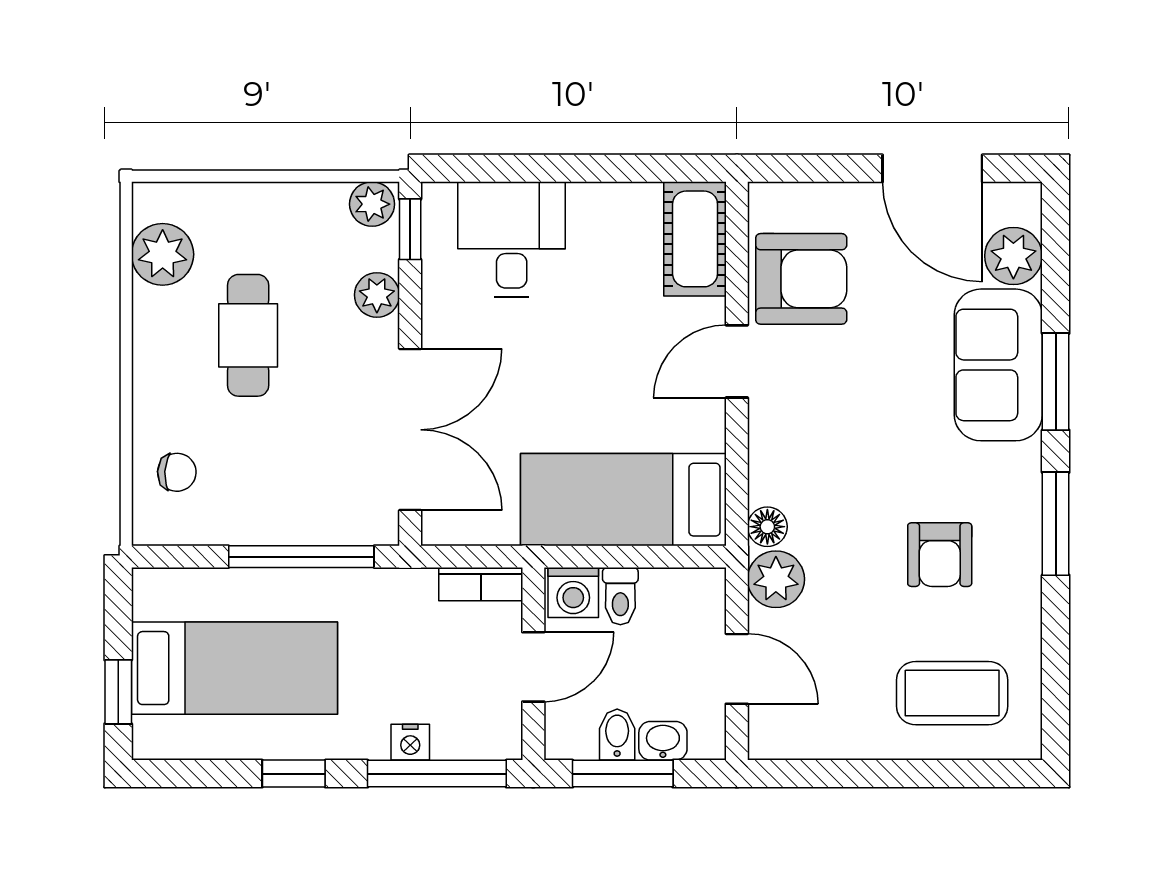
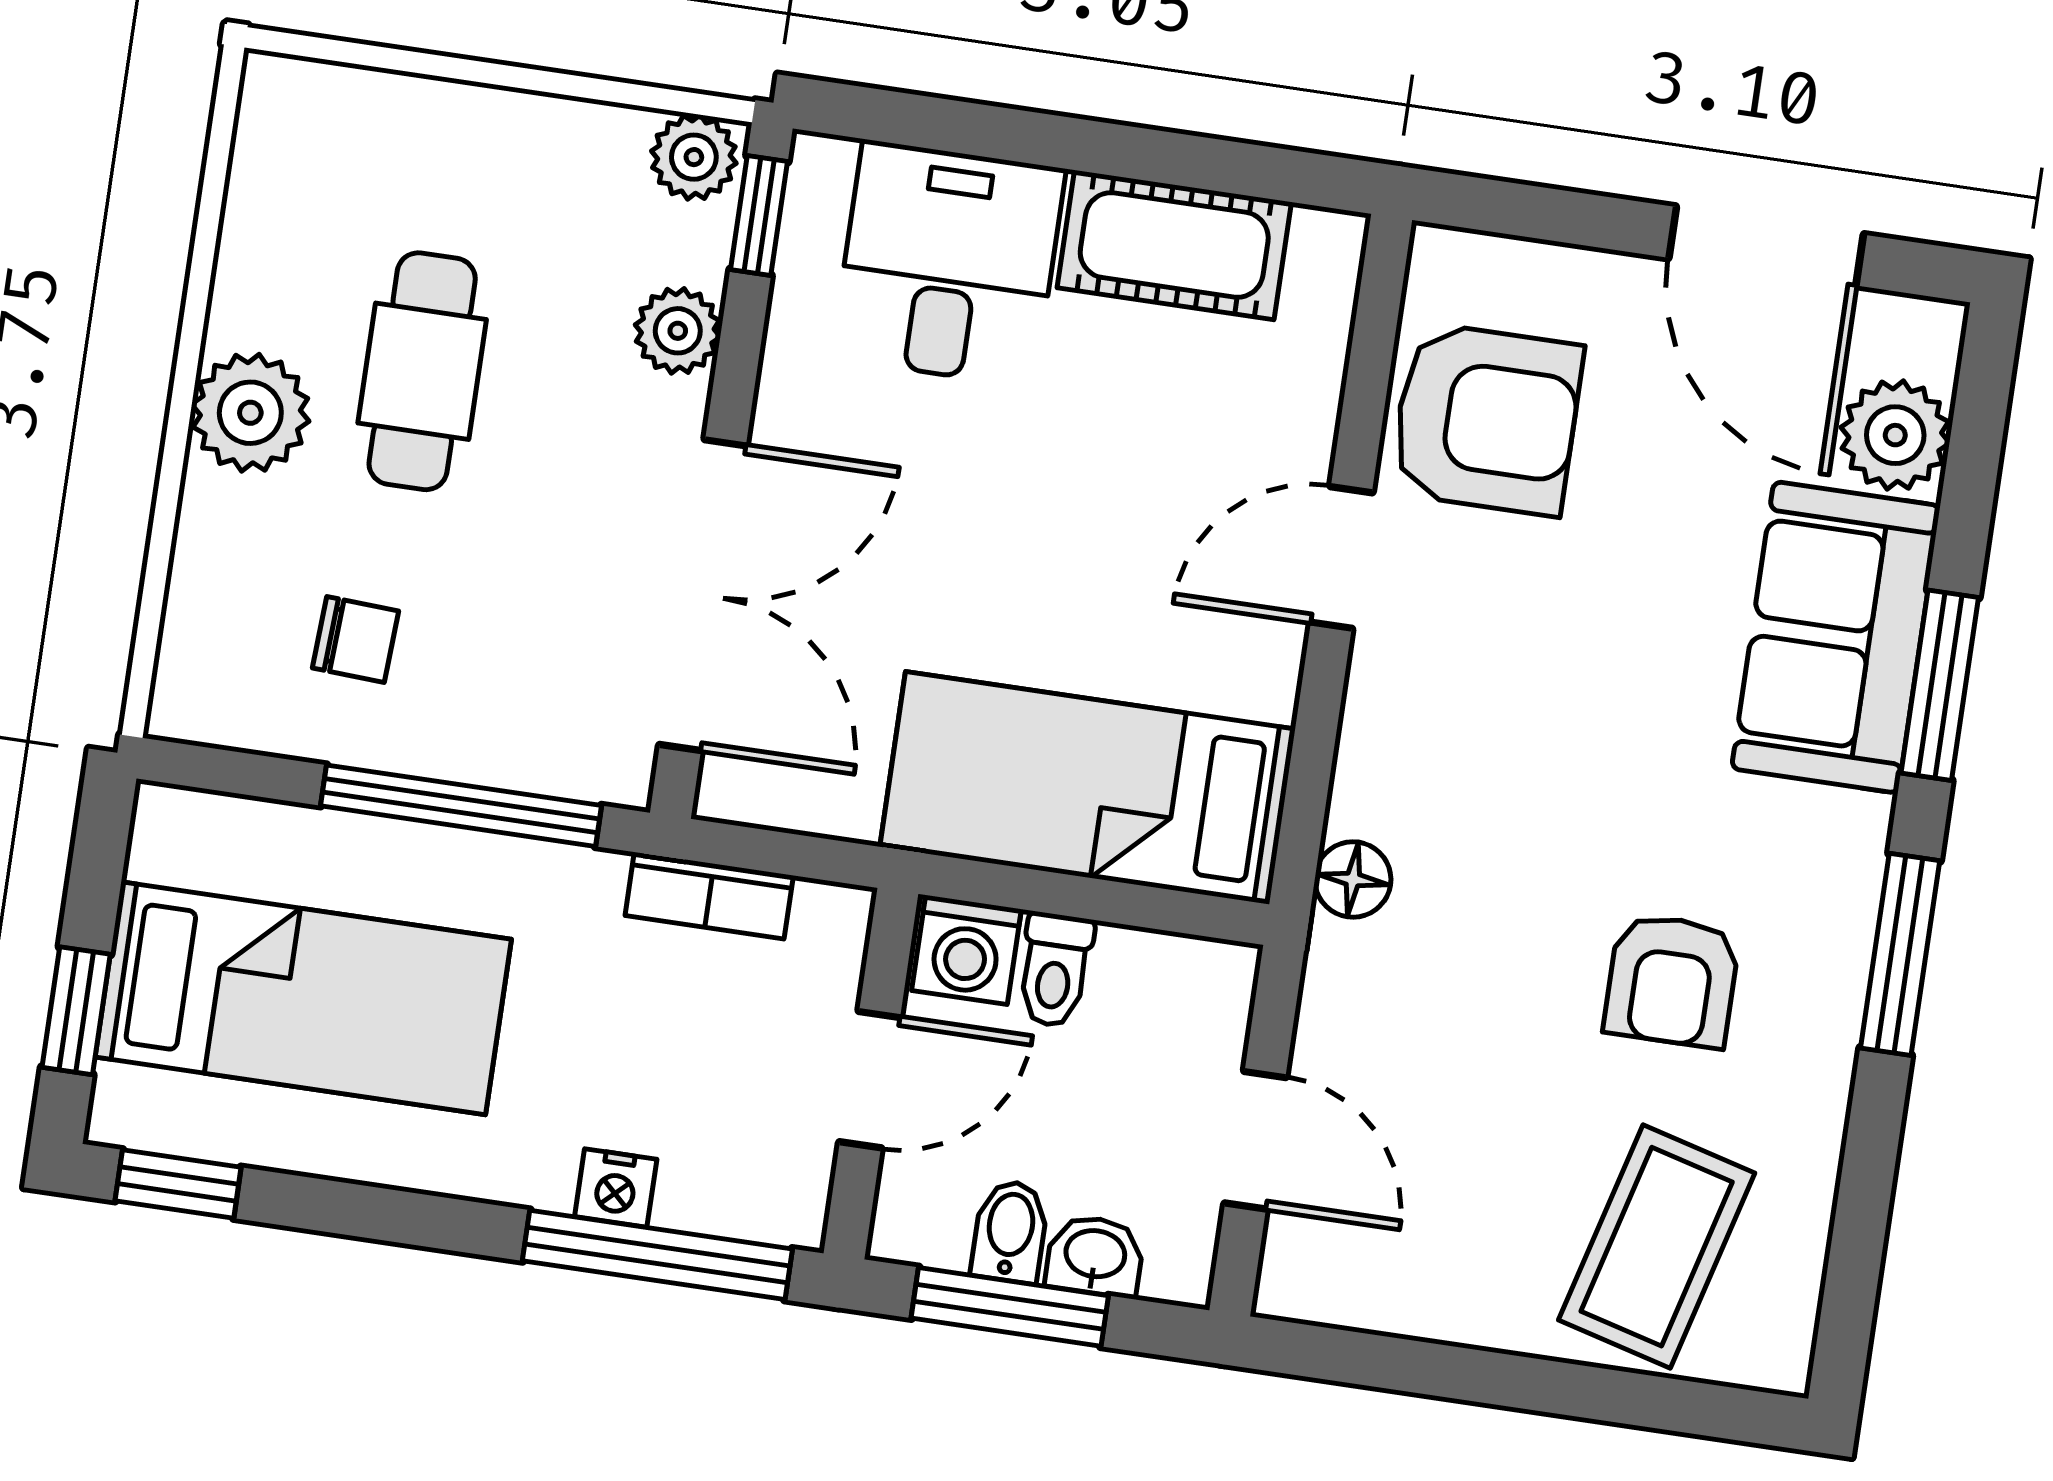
cot: (695, 239) -> (1174, 245), moved, turned 90
plant: (163, 254) -> (250, 413), moved
chair: (177, 472) -> (355, 639), moved
plant: (776, 579) -> (1355, 981), removed
bookcase: (481, 584) -> (709, 896), moved
coffee table: (952, 693) -> (1657, 1247), turned -75
window: (294, 774) -> (178, 1184), moved

